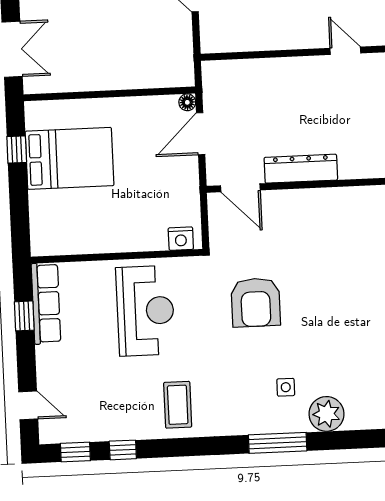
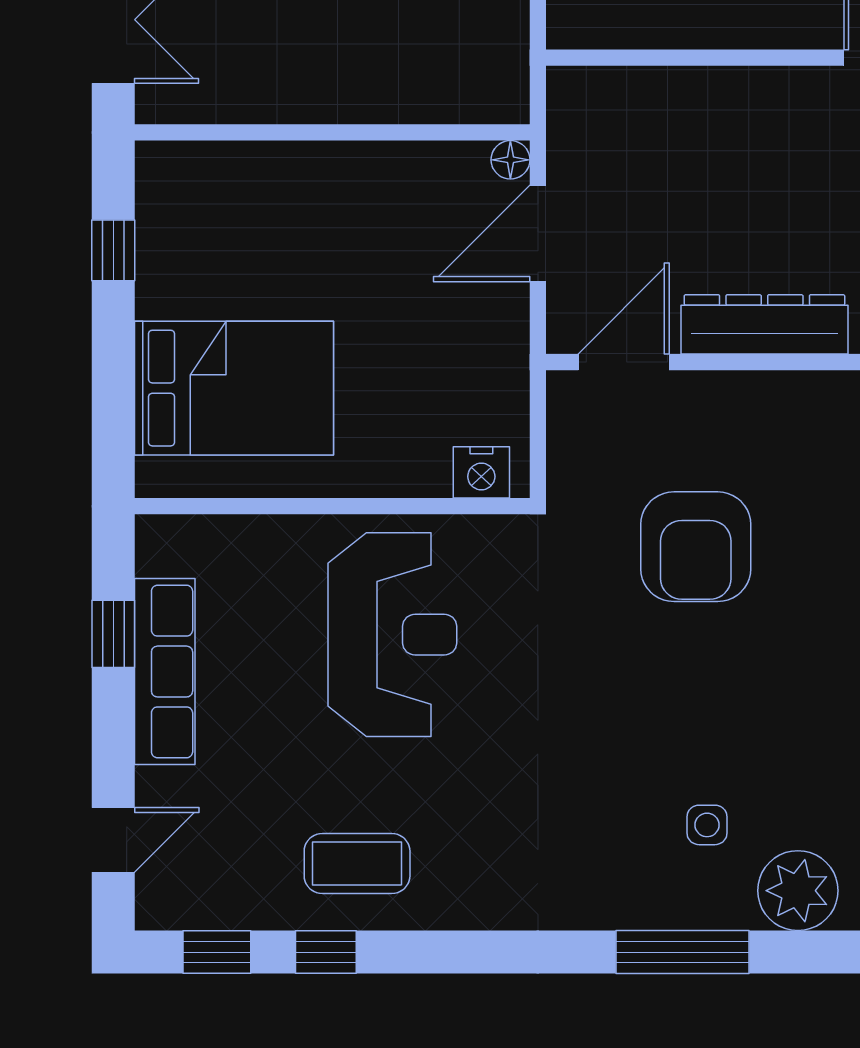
bed: (70, 158) -> (234, 388), moved
door: (240, 188) -> (624, 362), swing flipped
armchair: (256, 302) -> (696, 547), moved
row of seats: (46, 303) -> (165, 672), moved
door: (28, 405) -> (113, 840), hinge flipped
coffee table: (178, 405) -> (357, 864), moved, turned 90

